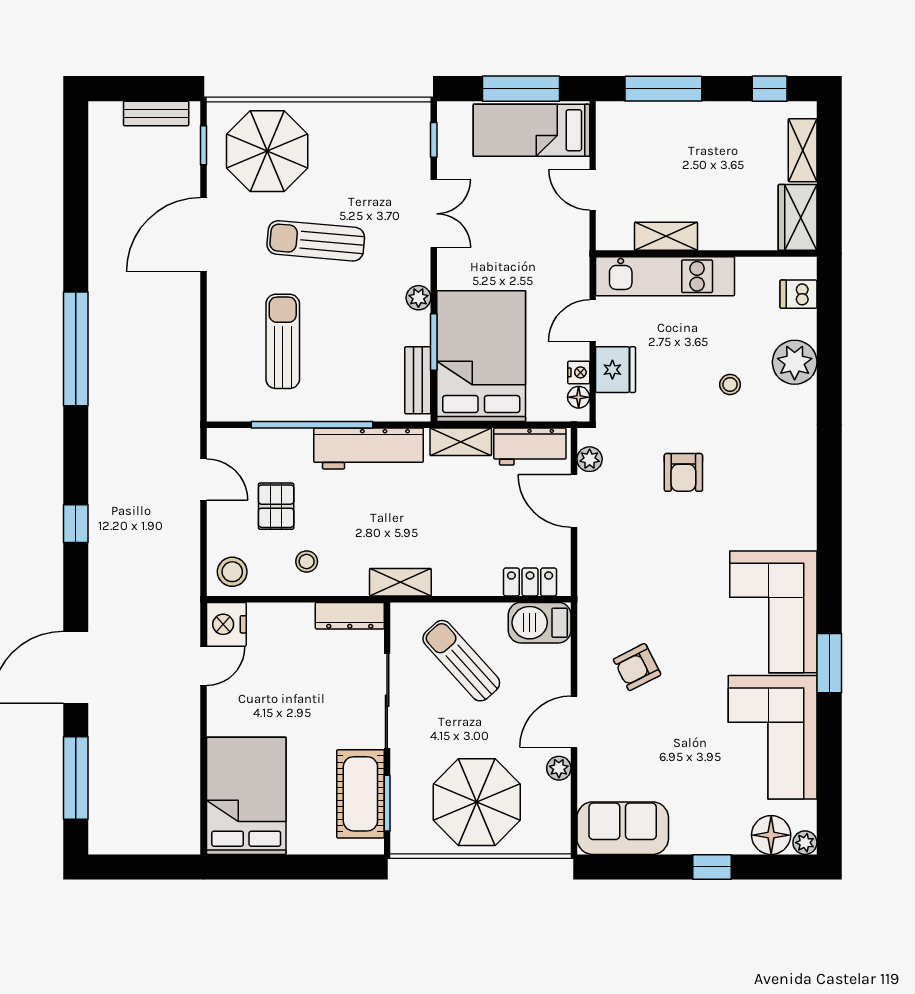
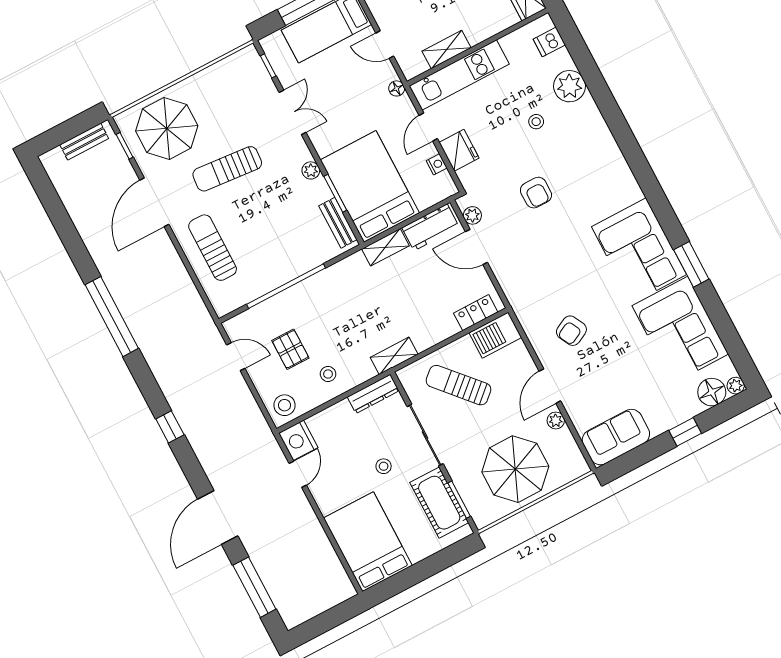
sun lounger: (283, 341) -> (213, 248), moved
floor lamp: (579, 397) -> (397, 88), moved
workbench: (369, 448) -> (330, 282), removed
stool: (315, 712) -> (384, 466), added

